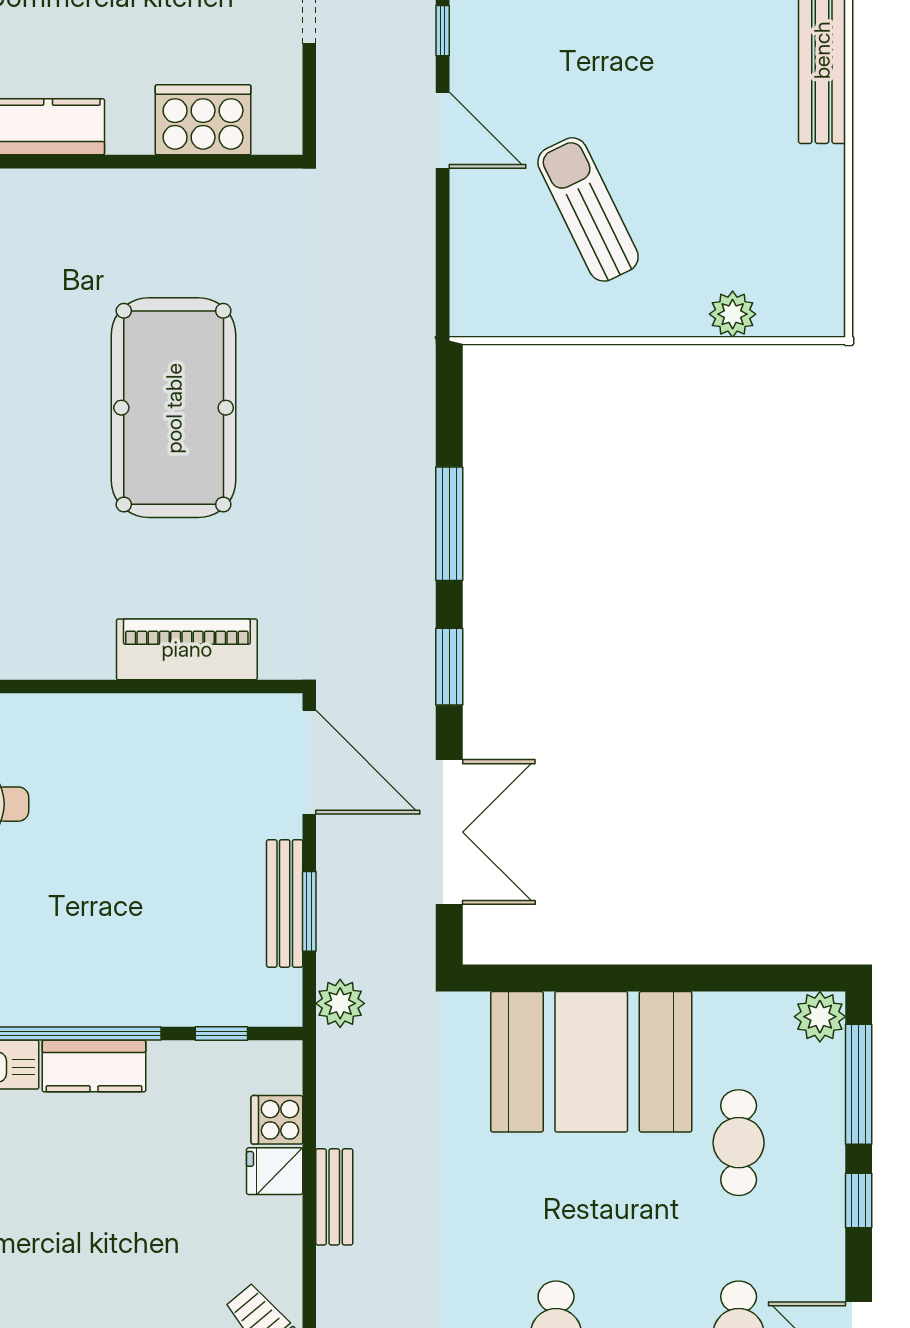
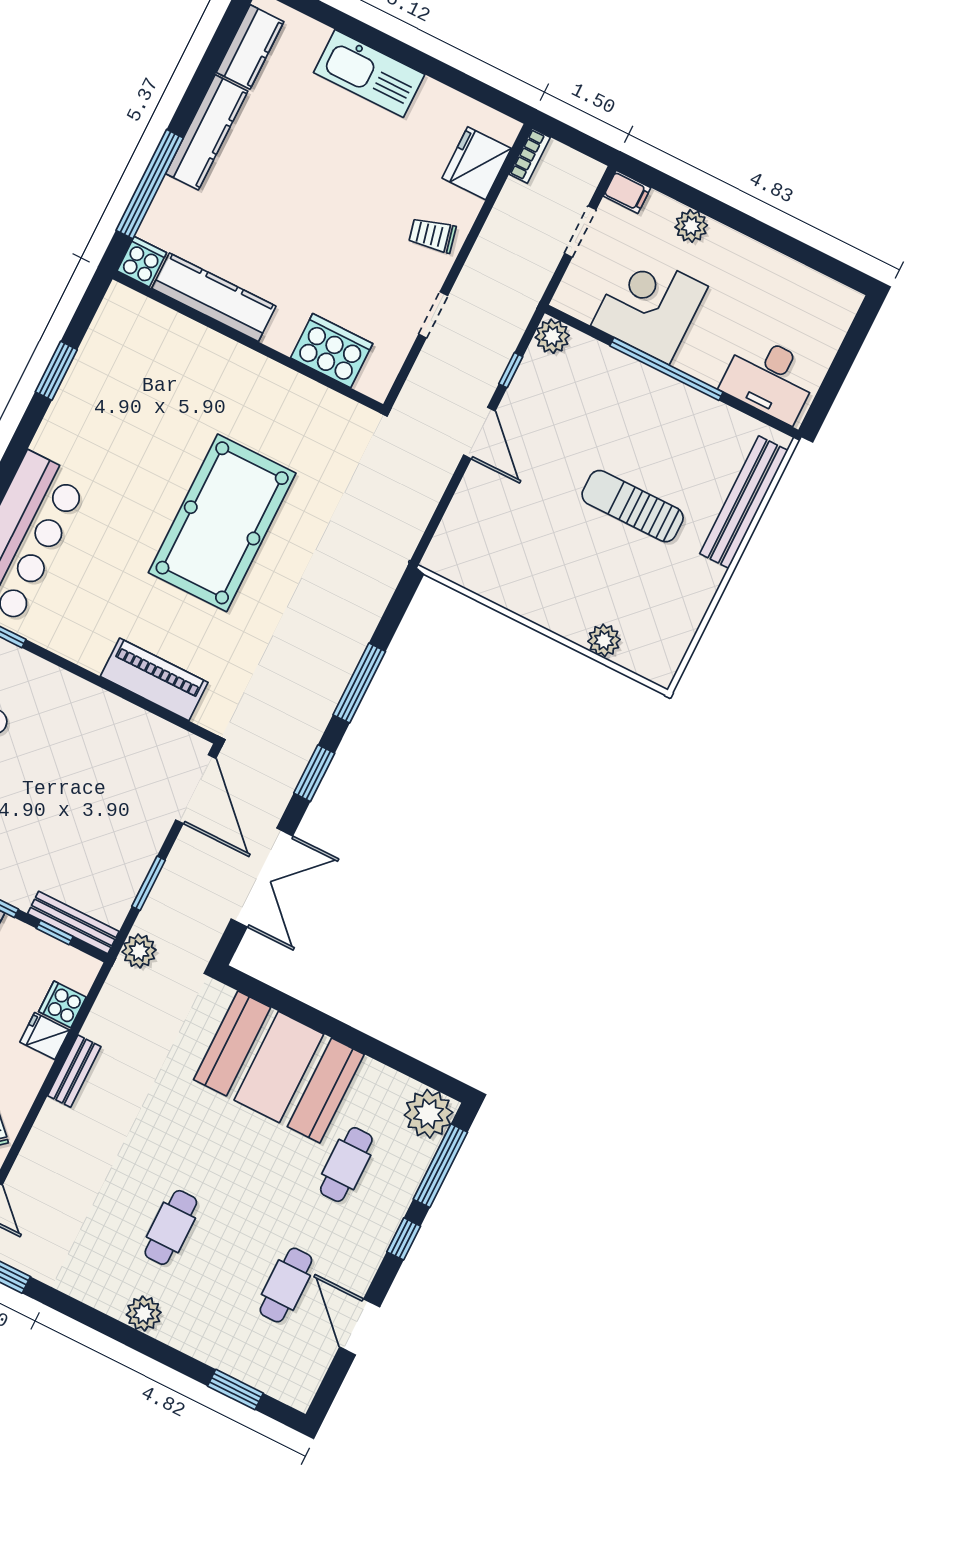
sun lounger: (588, 209) -> (633, 506), moved, turned -64
bench: (285, 903) -> (73, 922), moved, turned 90
plant: (820, 1017) -> (429, 1114), width x1.36, depth x1.36

